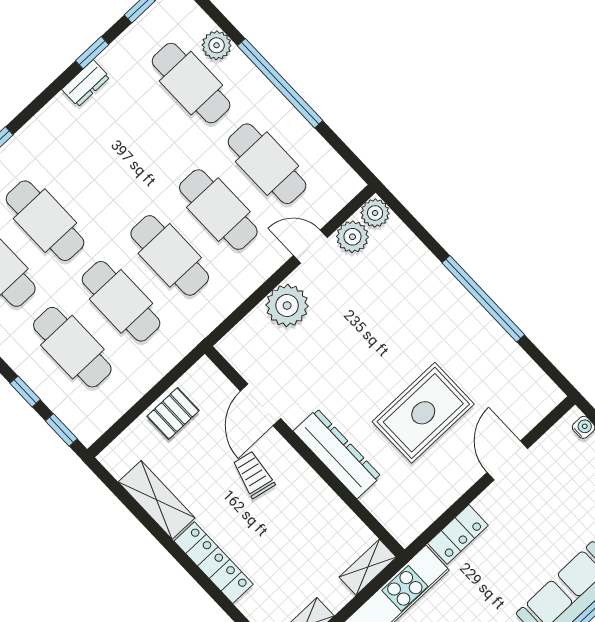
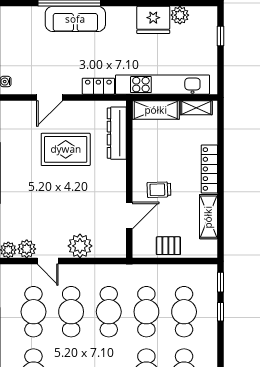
dresser: (337, 454) -> (117, 133), moved
trolley: (253, 474) -> (159, 190), turned 76
shelving: (368, 567) -> (156, 110), width x1.50, depth x1.33

